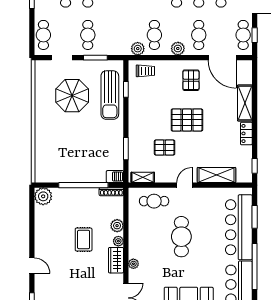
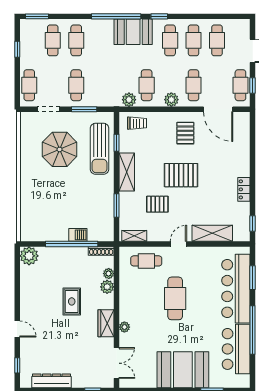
shelving: (245, 103) -> (127, 172), moved
barbecue: (115, 177) -> (78, 235), moved
plant: (118, 241) -> (109, 274), moved

